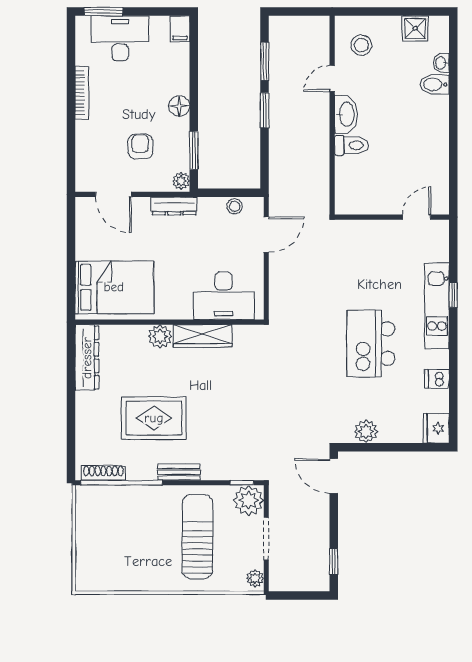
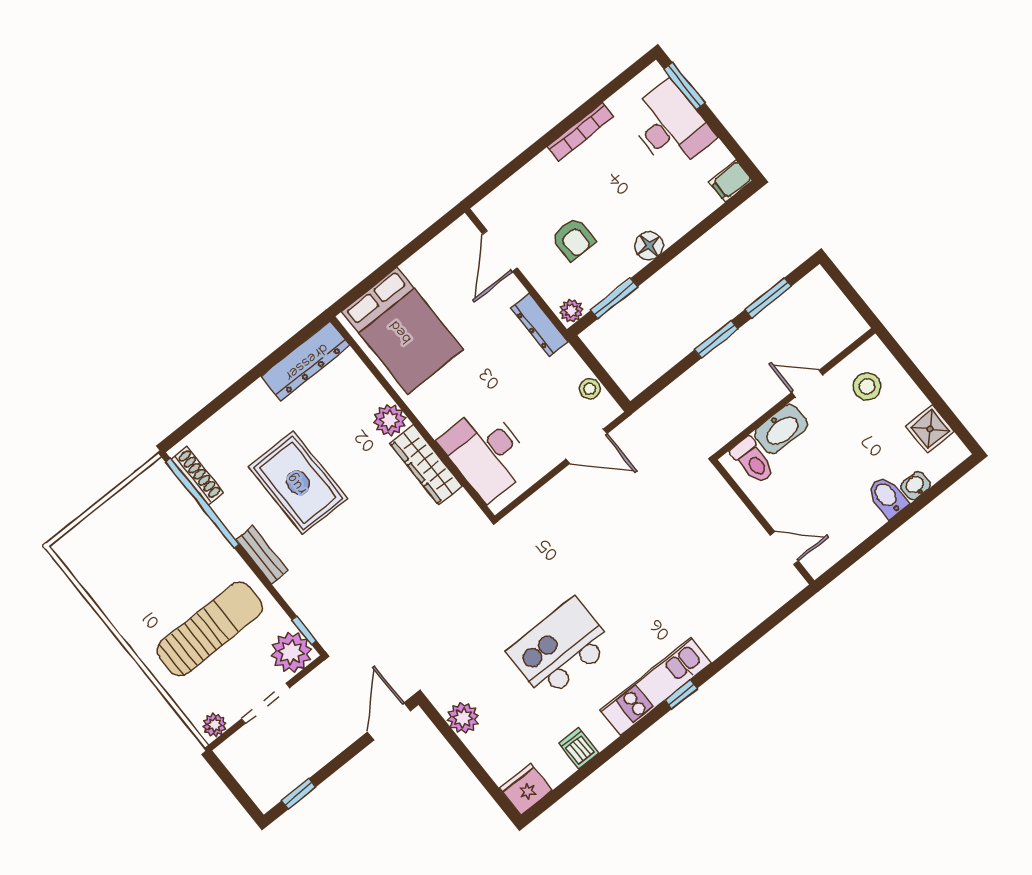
armchair: (140, 146) -> (573, 239), turned 90
wall: (392, 217) -> (763, 522), moved
door: (417, 217) -> (784, 548), moved

